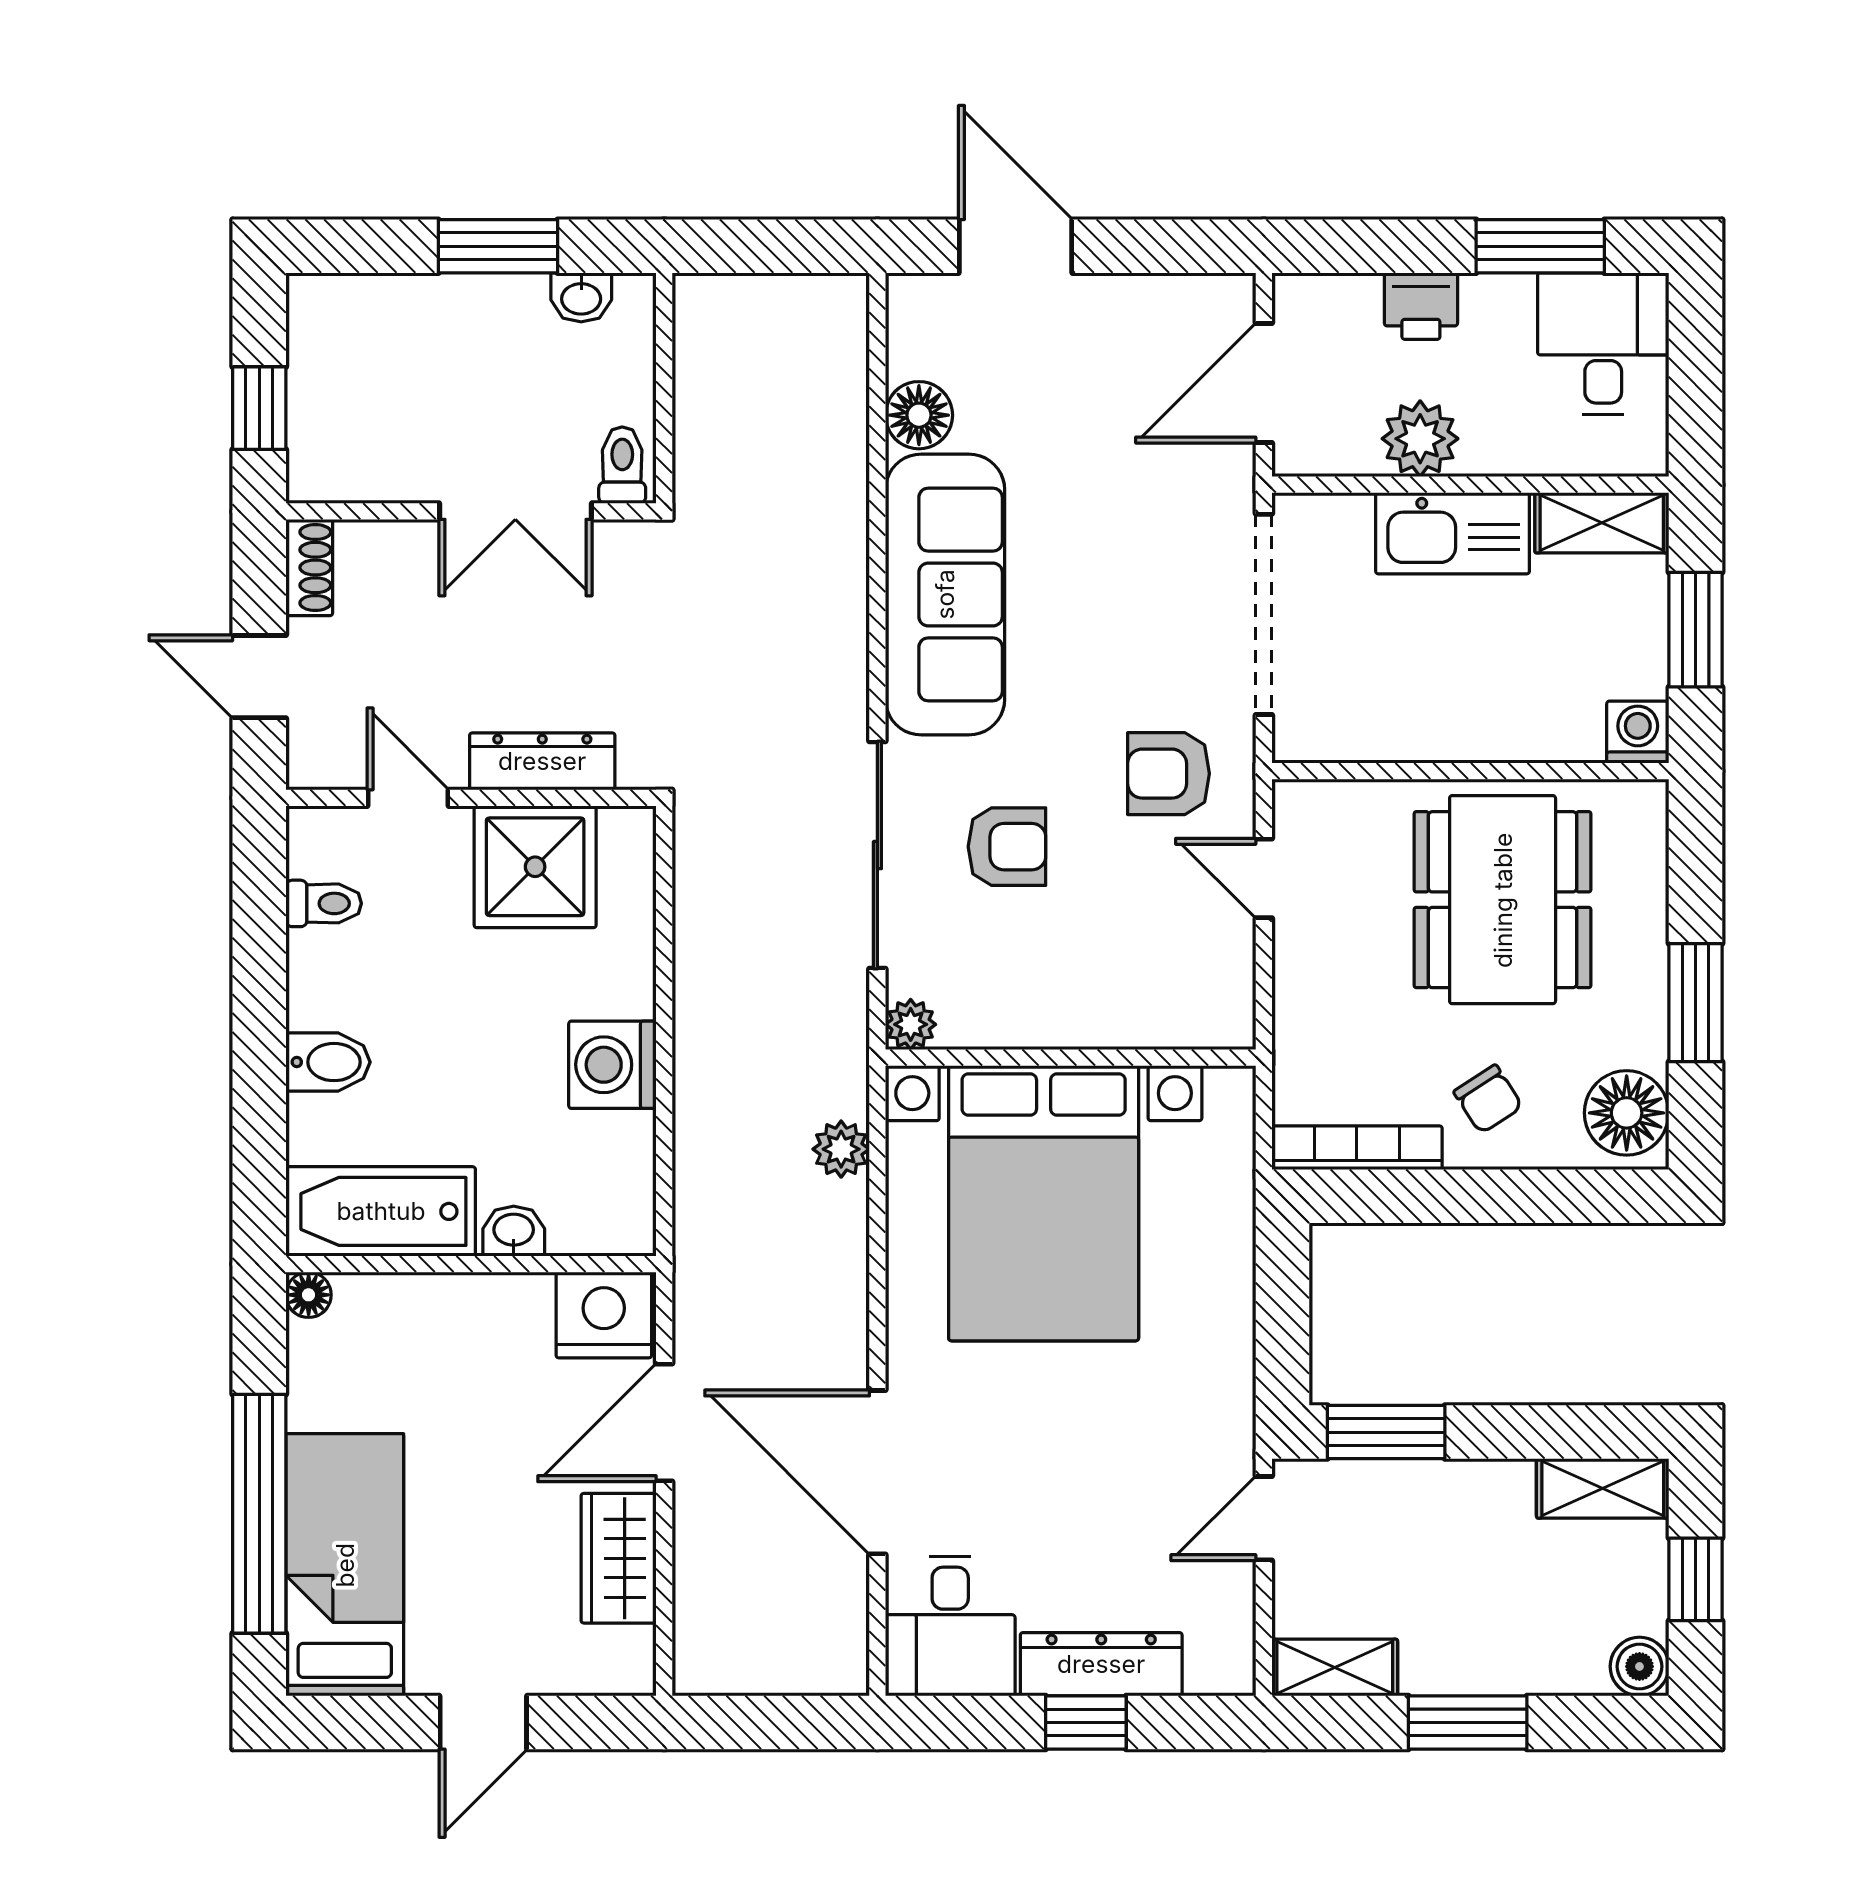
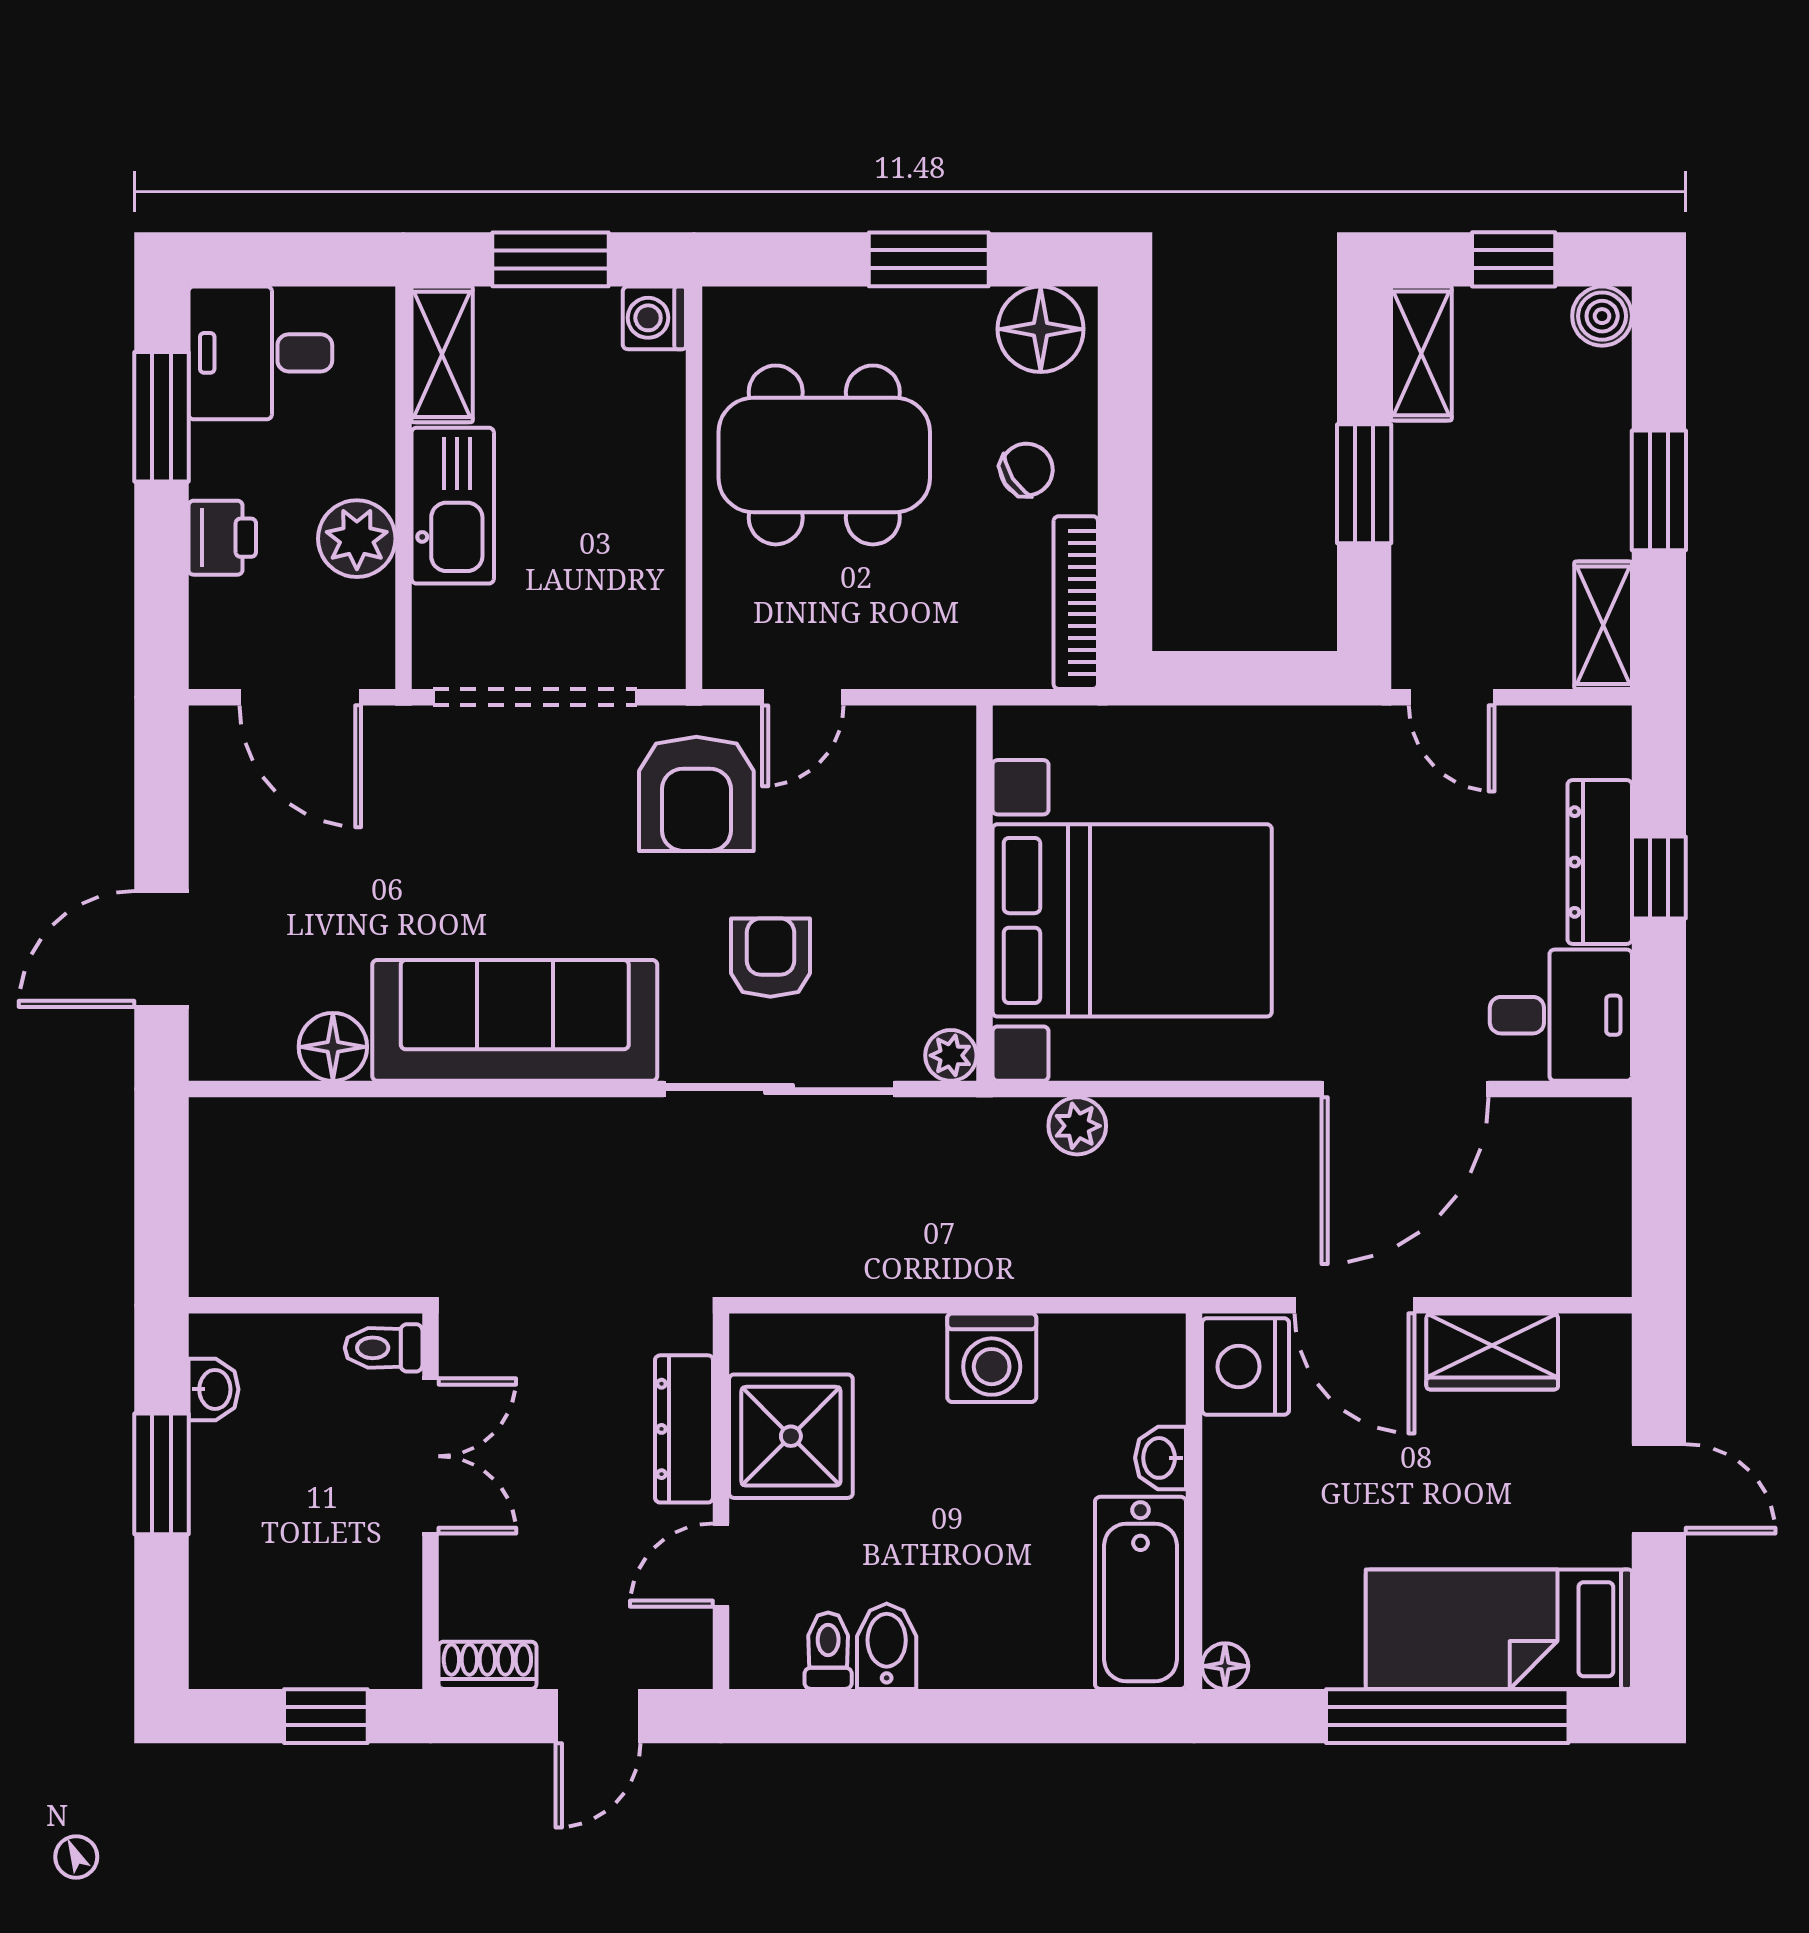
armchair: (1169, 774) -> (696, 794), width x1.38, depth x1.38
bidet: (328, 1062) -> (887, 1646), moved
window: (1386, 1432) -> (1364, 484), moved

